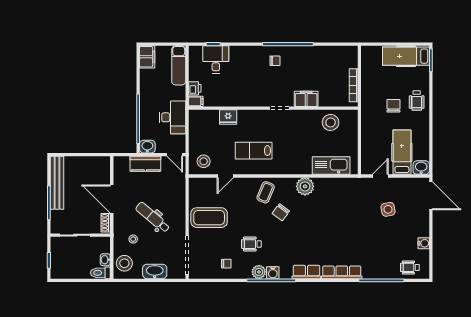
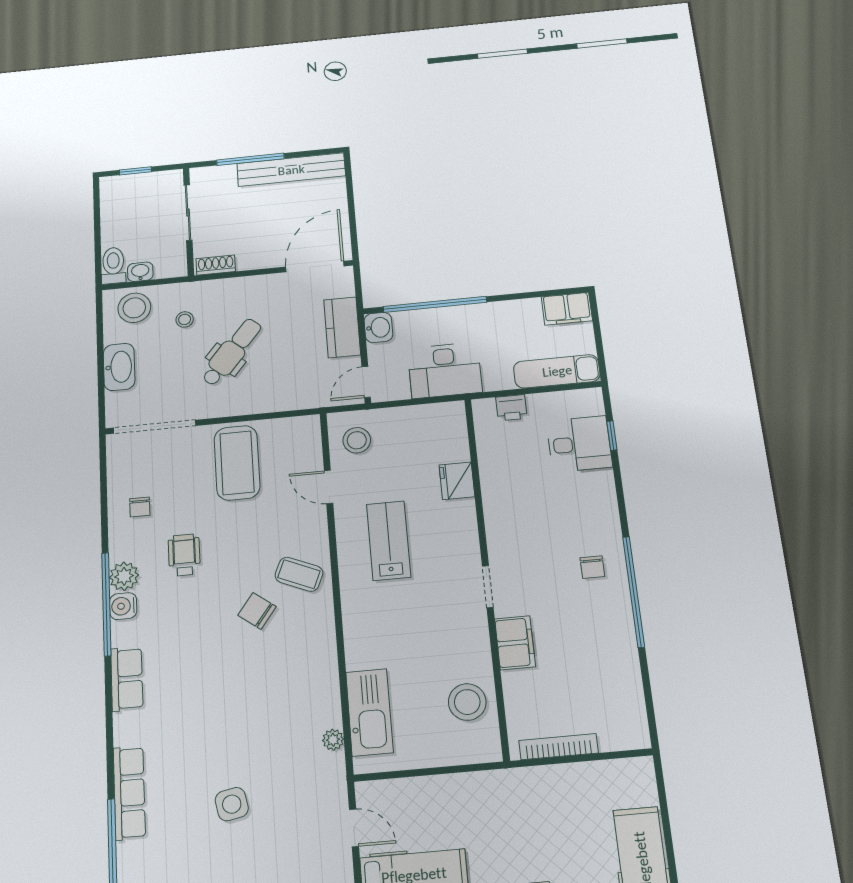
filing cabinet: (196, 101) -> (484, 412), removed
chair: (393, 106) -> (521, 845), removed
plant: (305, 186) -> (333, 740), moved, width x0.53, depth x0.53
door: (112, 199) -> (315, 266), moved
side table: (388, 209) -> (232, 804), moved
row of seats: (342, 272) -> (129, 793), moved

